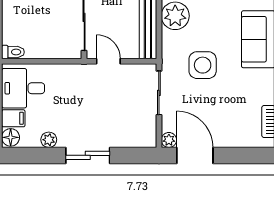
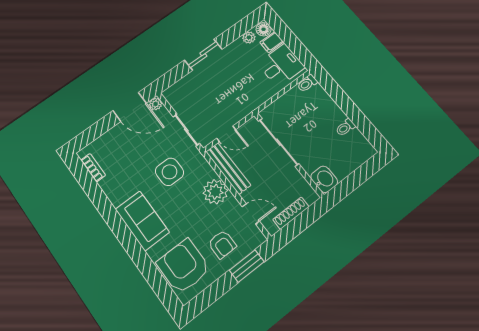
door: (108, 61) -> (226, 134), moved
plant: (49, 140) -> (249, 37), moved

